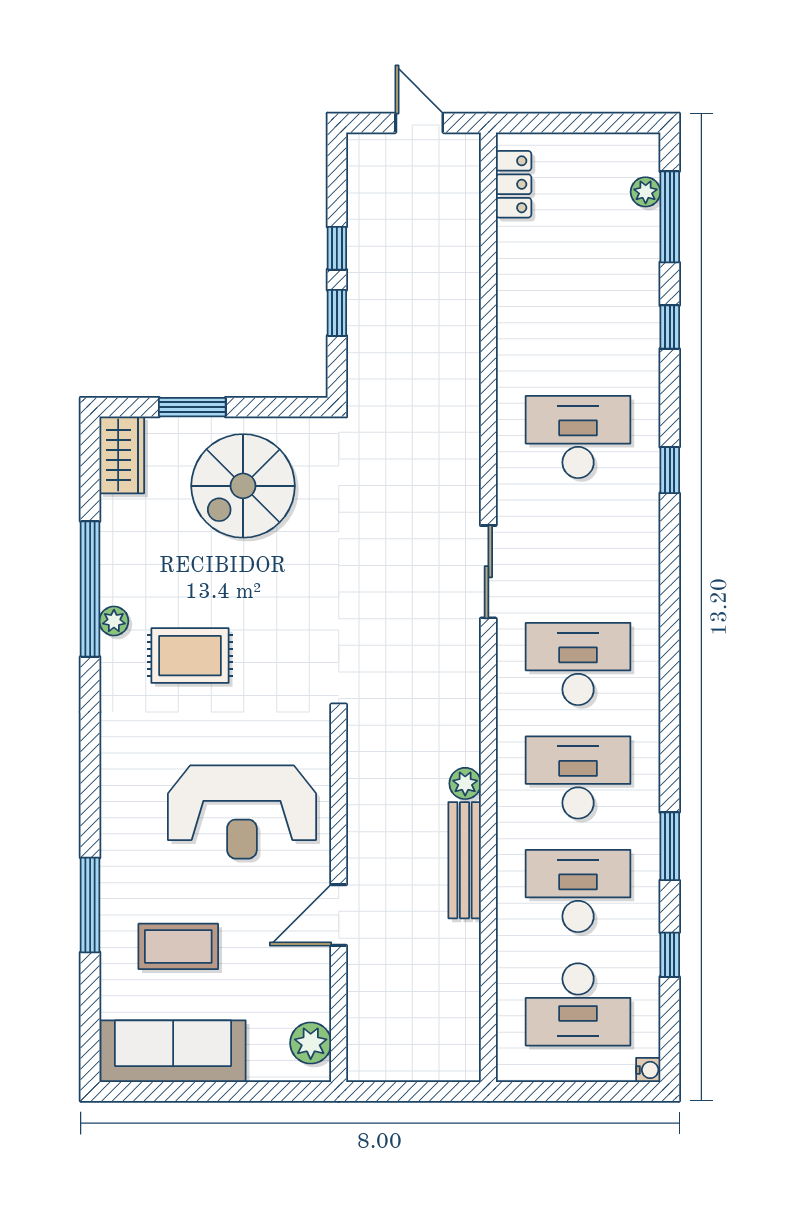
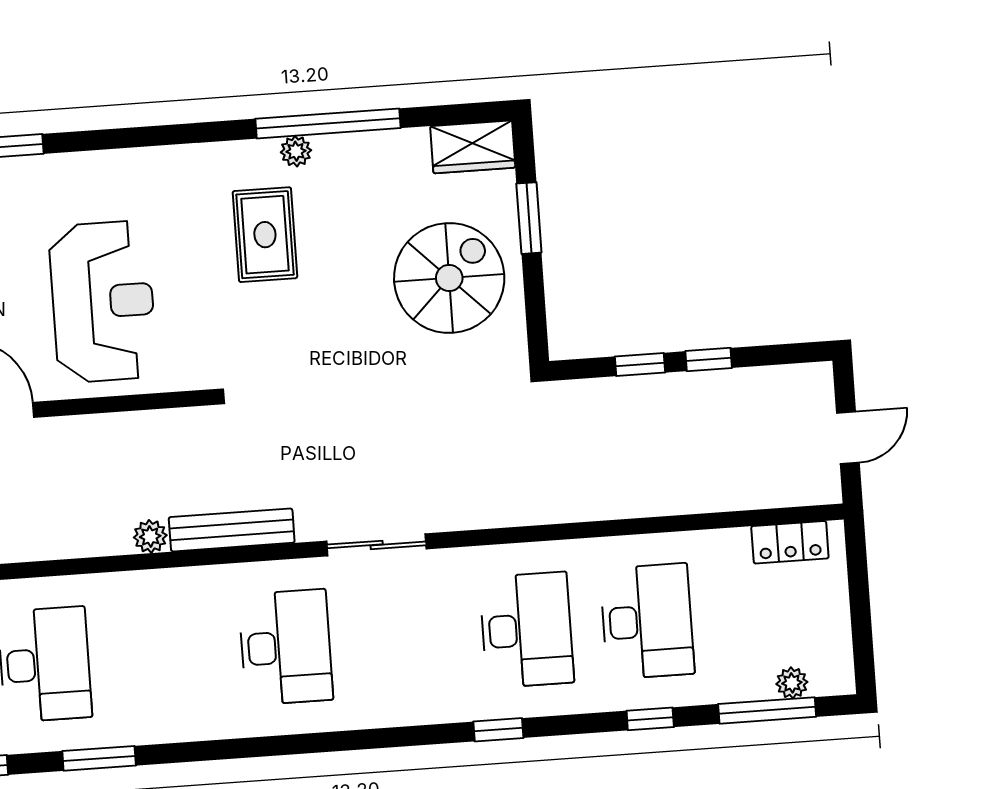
spiral stairs: (243, 486) -> (449, 278), turned 90
desk: (578, 777) -> (647, 621), moved
reception desk: (242, 812) -> (103, 302), turned 180
bench: (465, 860) -> (232, 530), moved

